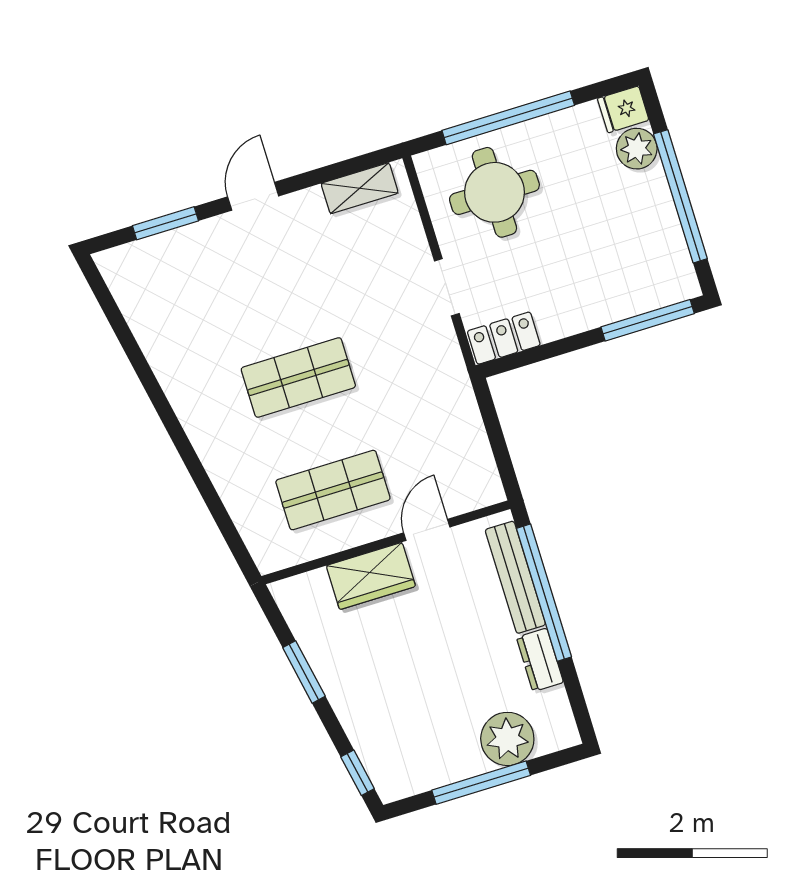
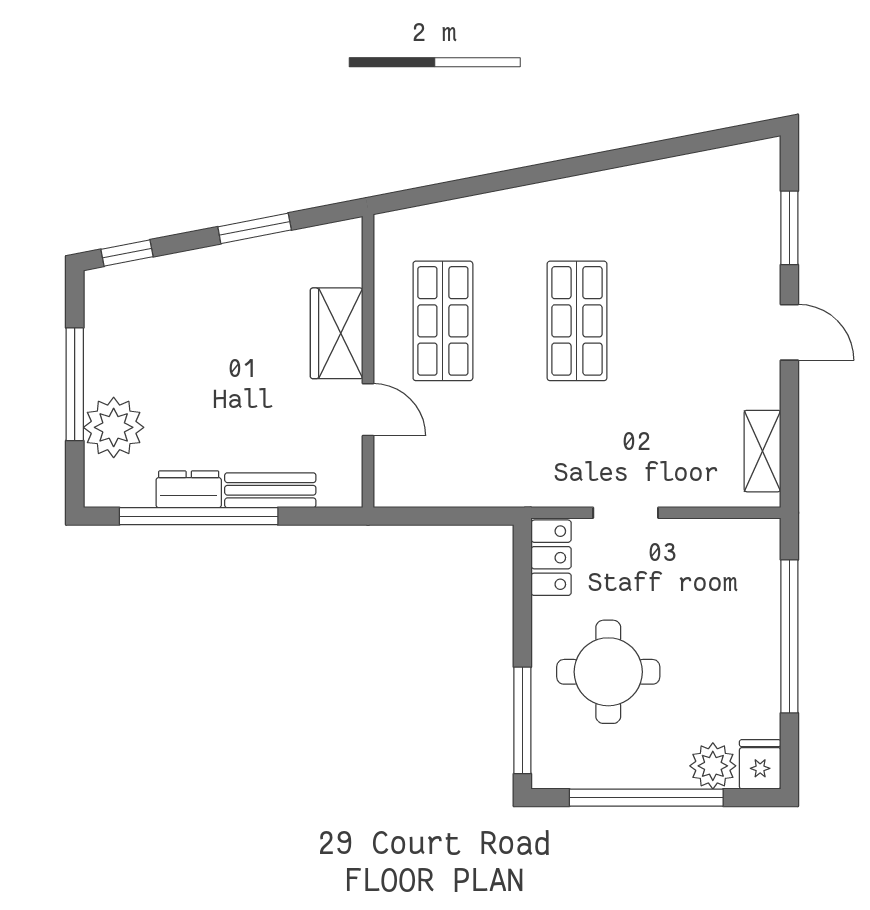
round table: (494, 192) -> (608, 672), moved
bench: (515, 577) -> (270, 490), width x0.73
window: (544, 593) -> (199, 516), moved

